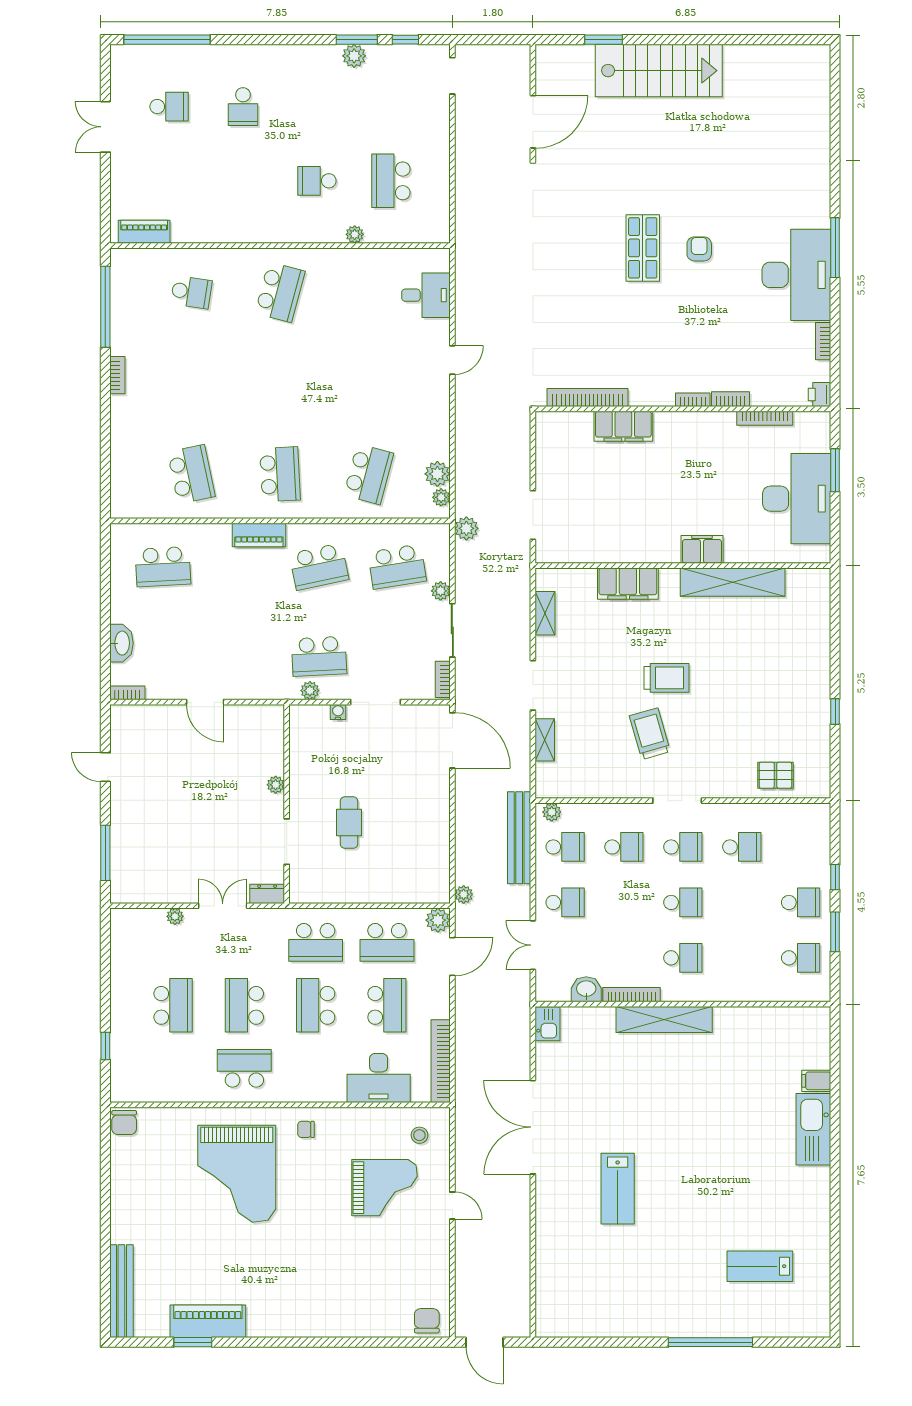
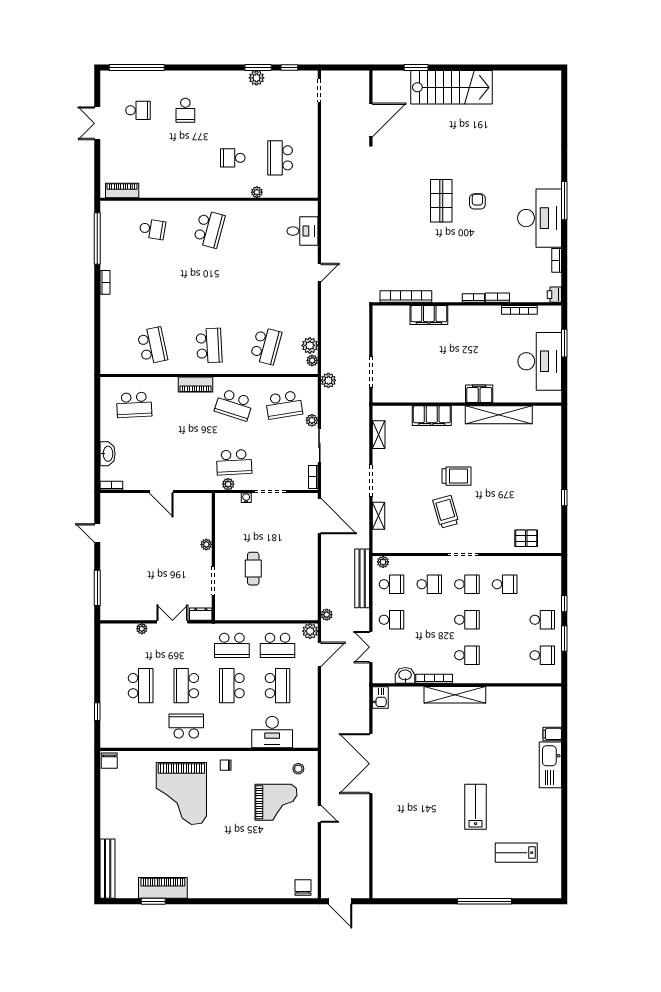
school desk: (319, 567) -> (234, 405), turned 30
bookcase: (441, 1061) -> (312, 721), removed
lab bench: (618, 1189) -> (476, 807), moved, turned 180

